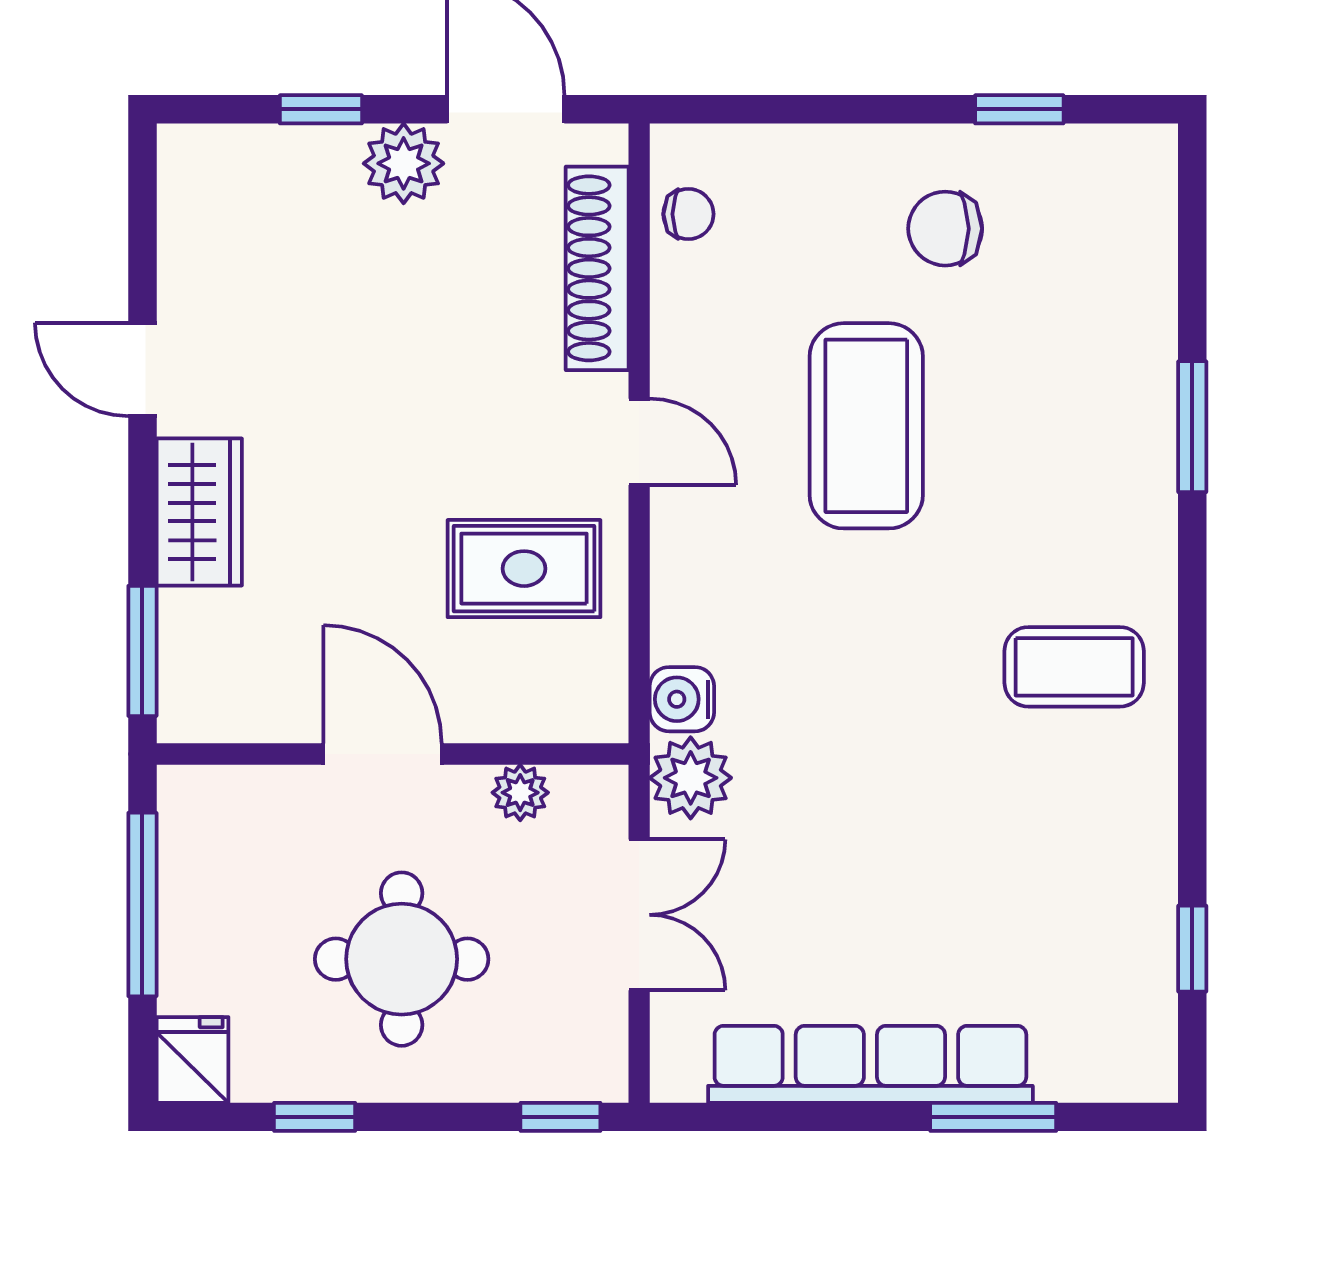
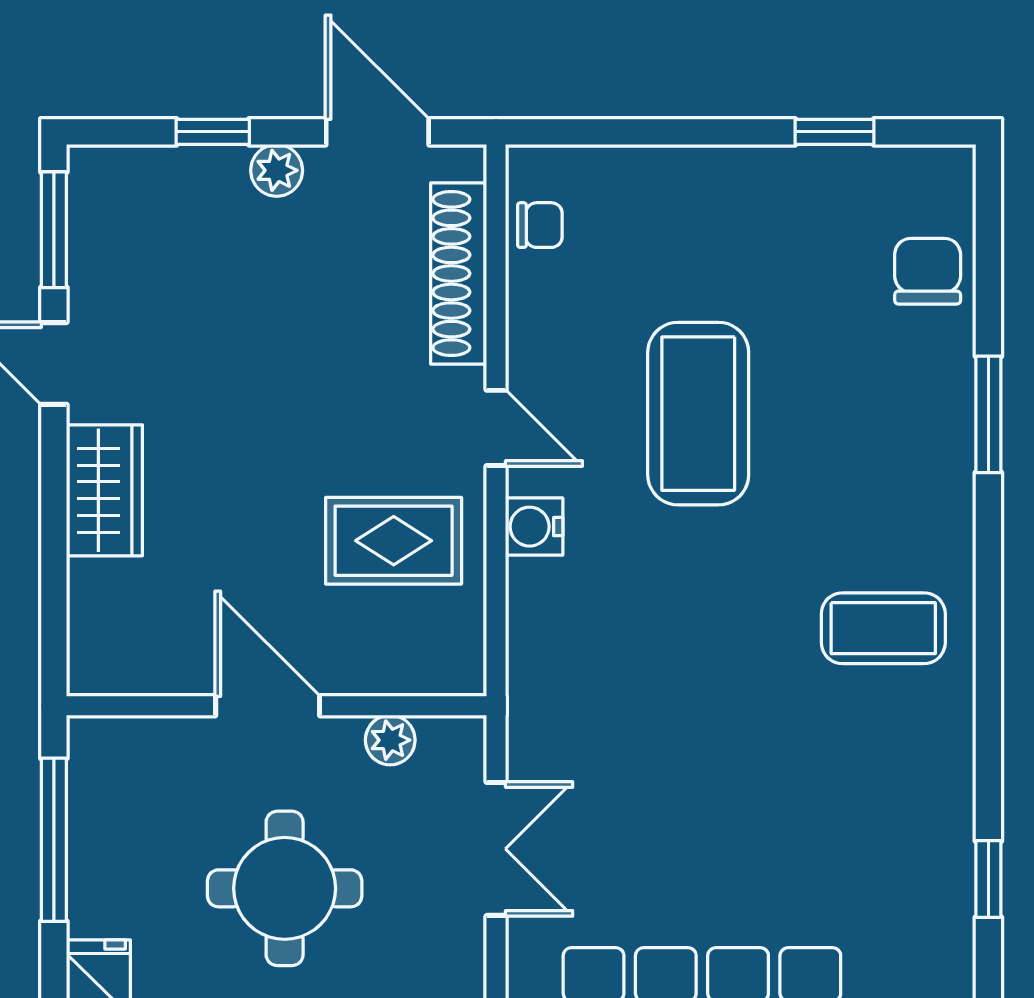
plant: (404, 163) -> (277, 170), width x0.73, depth x0.73
chair: (945, 229) -> (928, 271), moved, turned 90
window: (142, 651) -> (54, 230), moved
water cooler: (682, 699) -> (534, 527), moved
plant: (691, 778) -> (542, 727), removed

